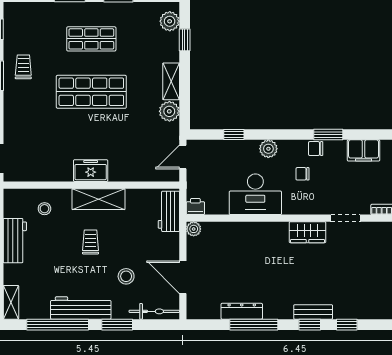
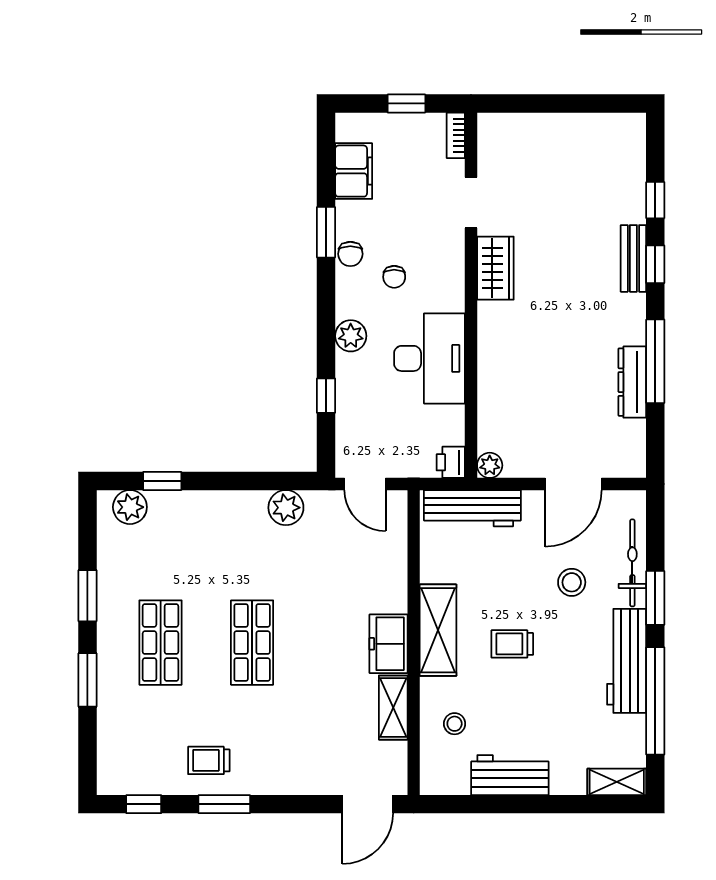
shelving: (171, 81) -> (393, 708), moved, turned 90
shop shelf: (91, 92) -> (252, 643), width x0.70, depth x0.74
workbench: (169, 211) -> (472, 508), width x1.38
bicycle: (154, 311) -> (632, 563), moved

